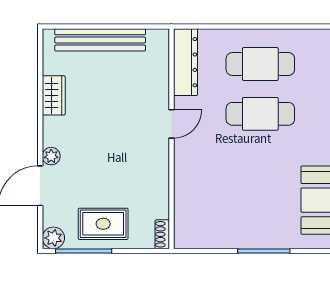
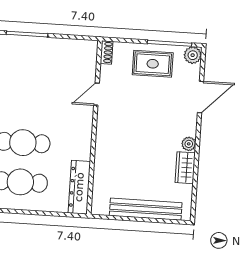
door: (171, 124) -> (97, 94), moved
plant: (51, 156) -> (189, 144), moved

